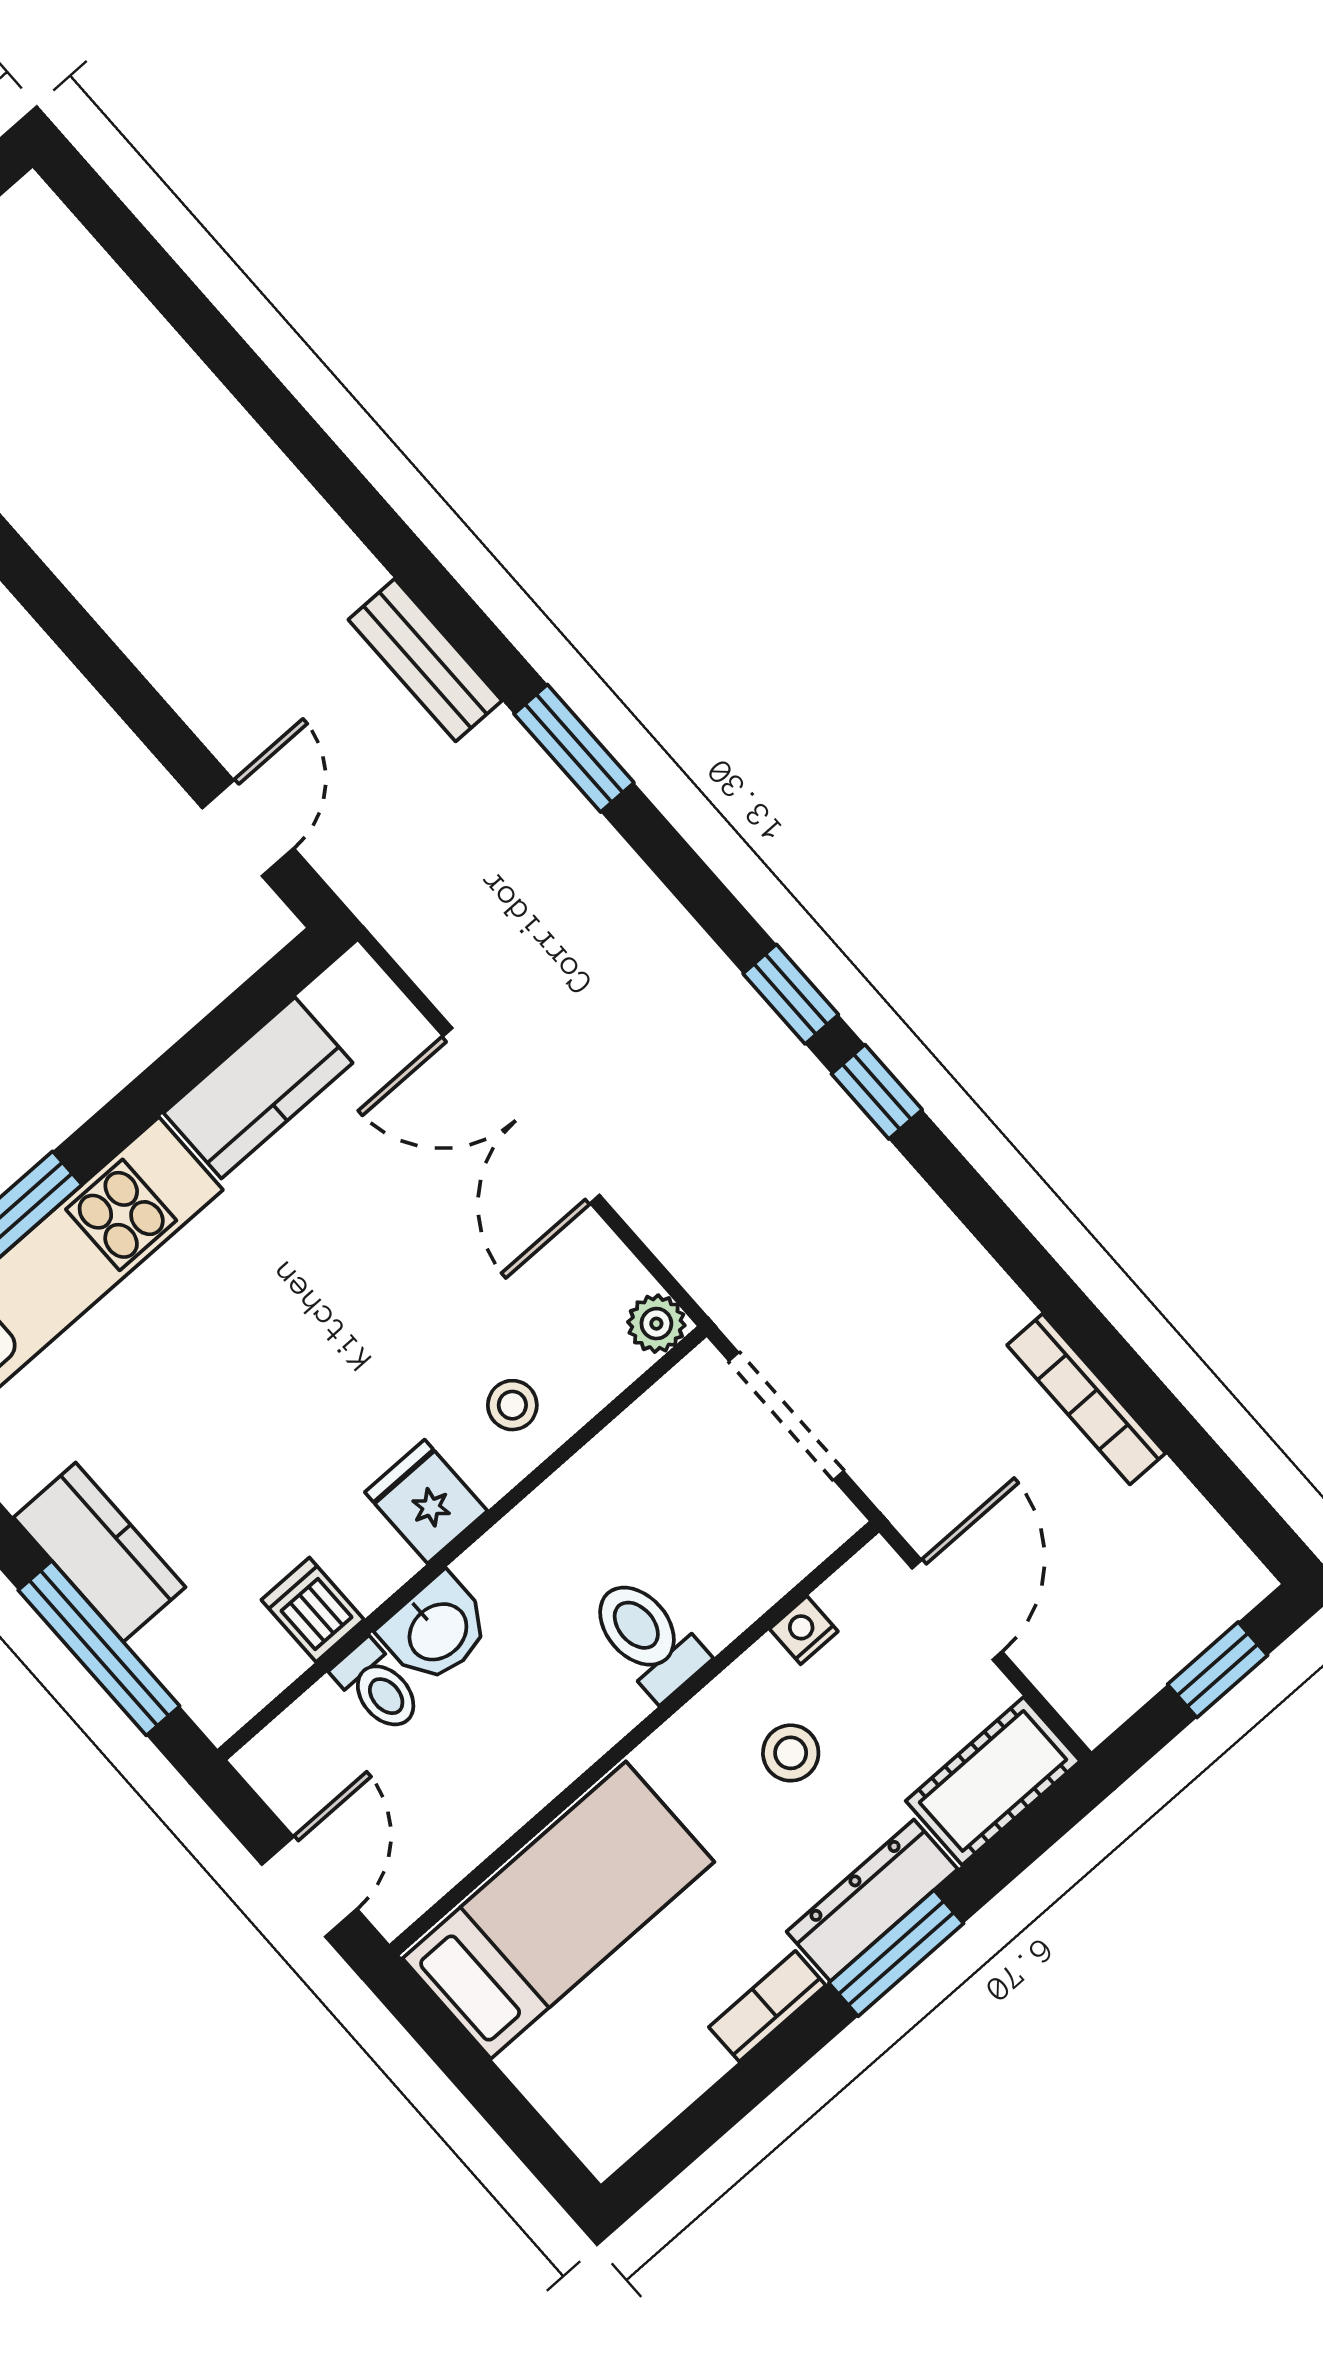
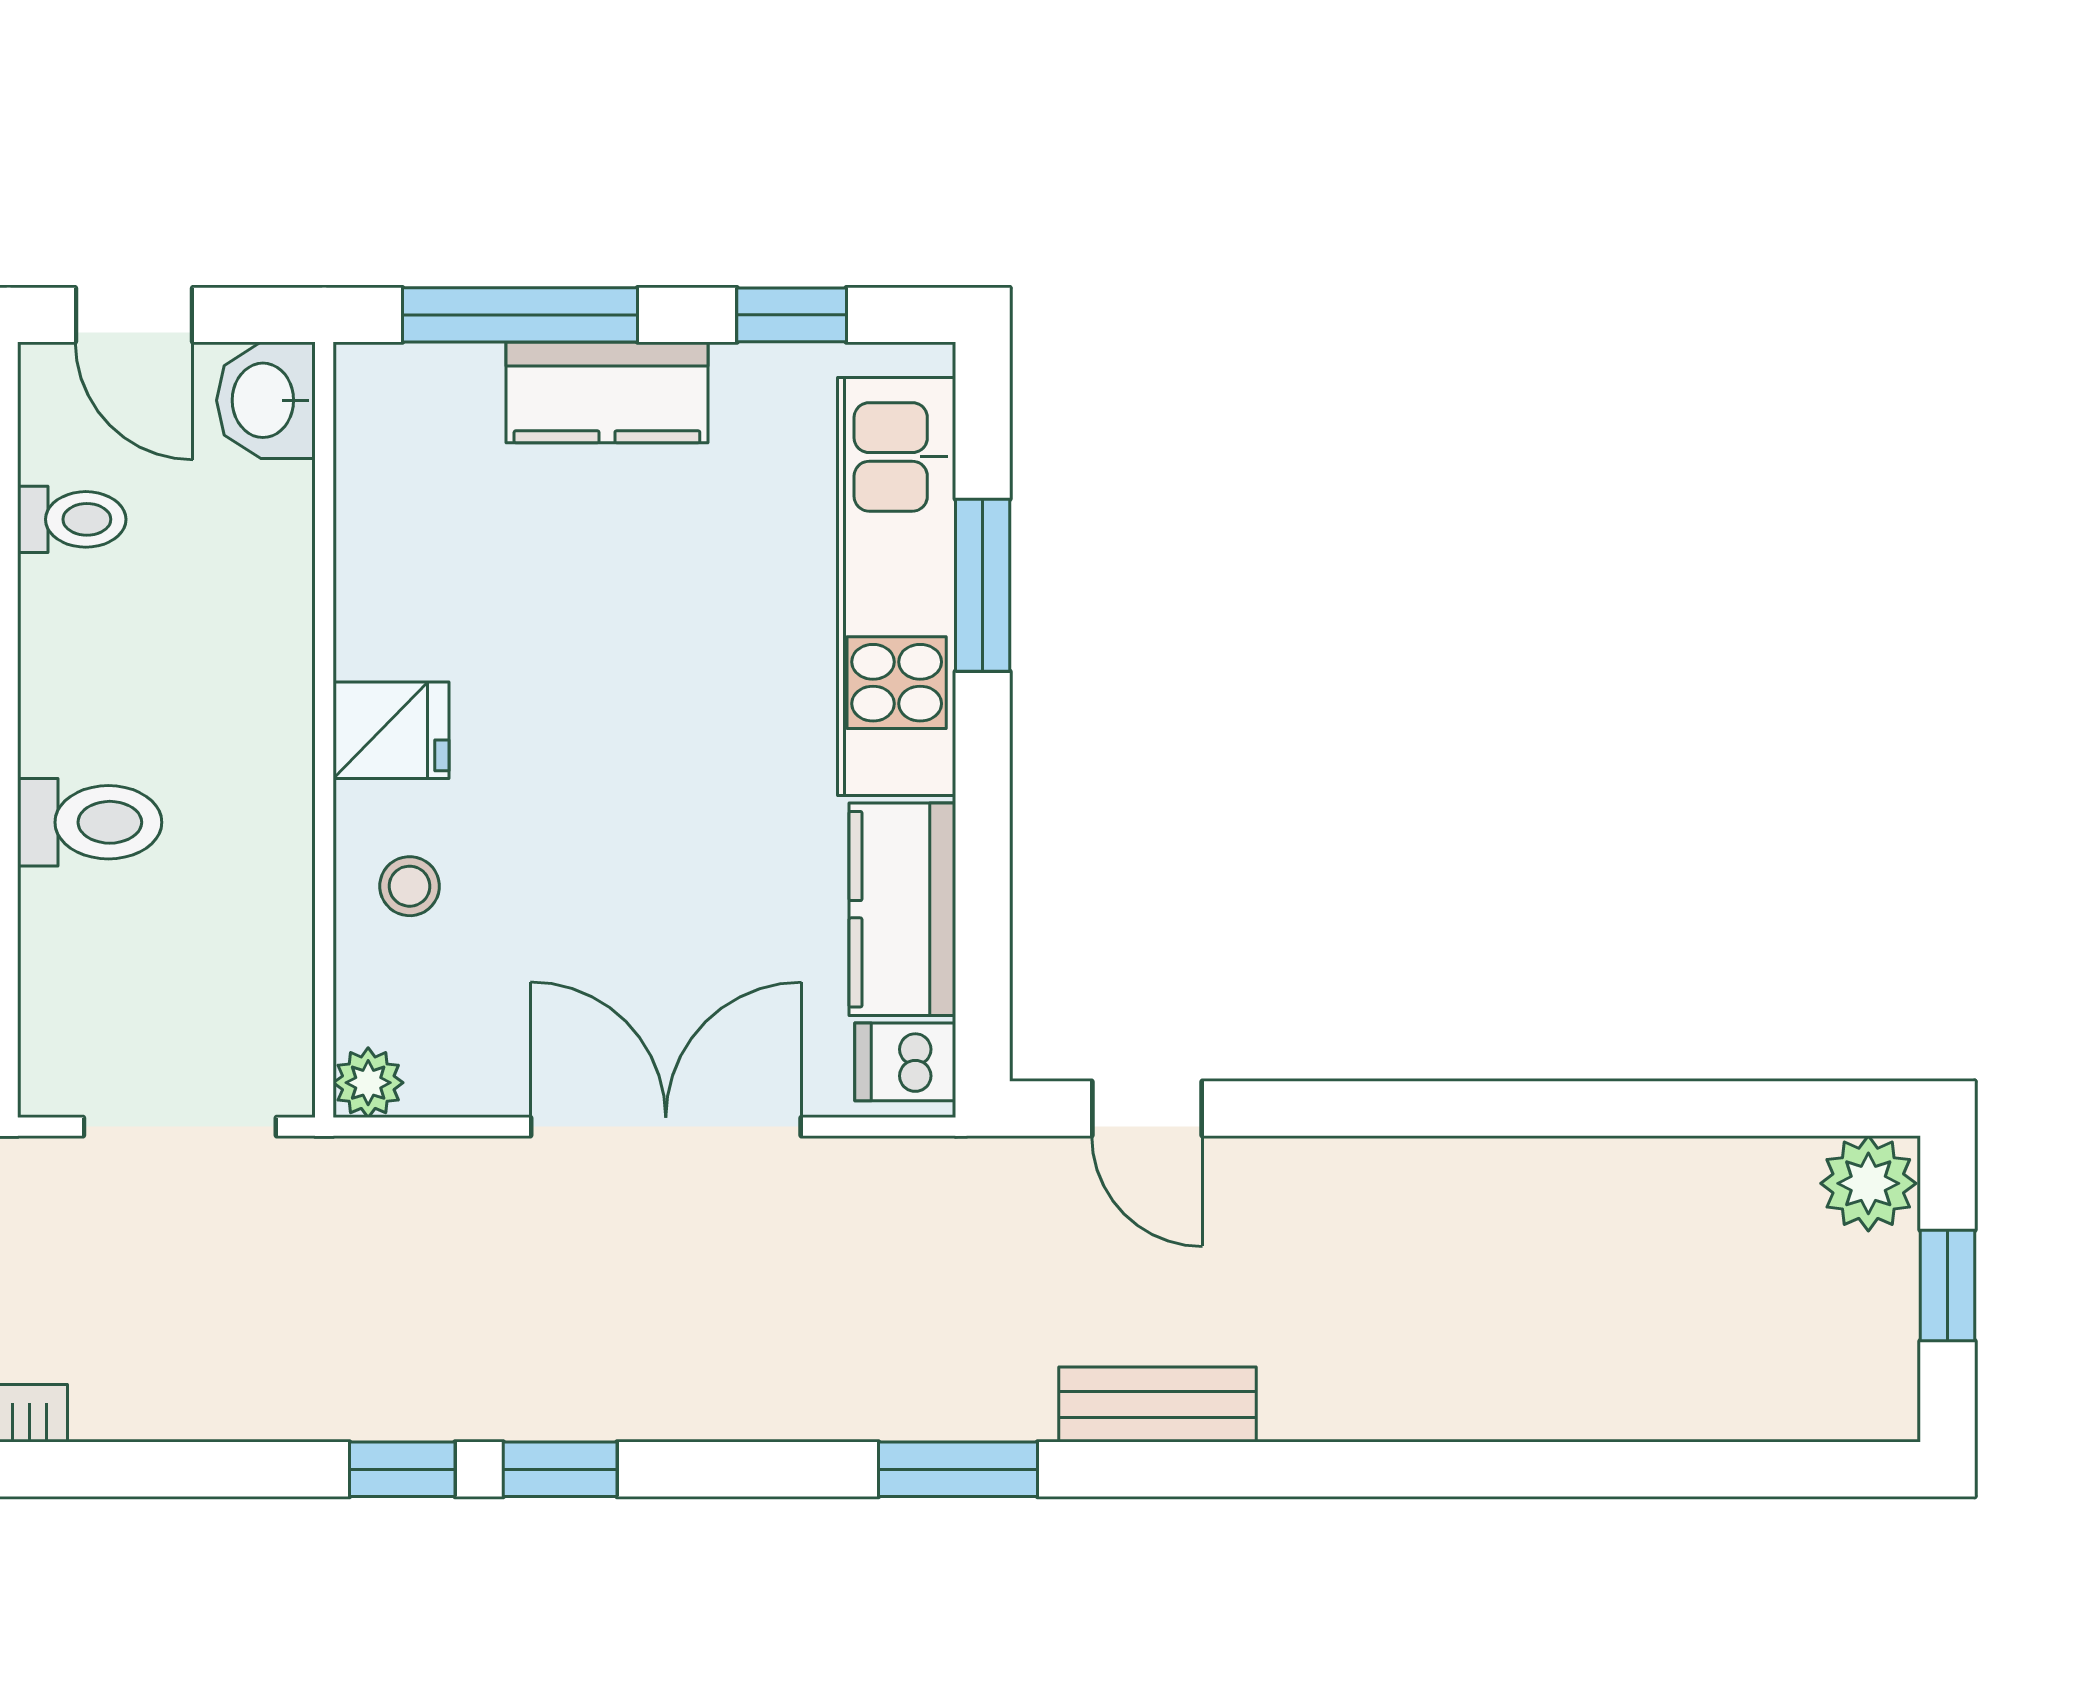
dishwasher: (313, 1610) -> (905, 1062), moved, turned 180
washbasin: (436, 1630) -> (266, 400), moved
toilet: (378, 1687) -> (72, 519), moved, turned 180

